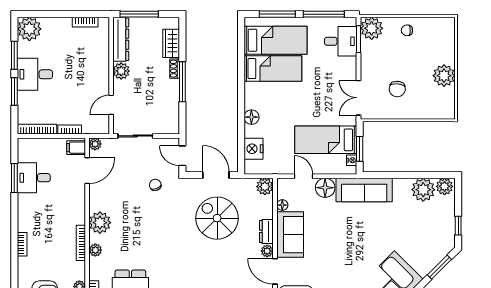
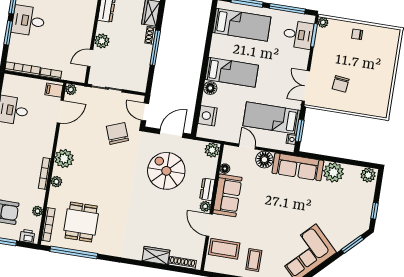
plant: (372, 28) -> (323, 22), width x0.53, depth x0.53
bed: (273, 69) -> (232, 72), moved
plant: (121, 71) -> (102, 41), moved
plant: (444, 76) -> (383, 79), removed
door: (216, 175) -> (171, 133), hinge flipped
chair: (155, 185) -> (117, 133), width x1.87, depth x1.87
plant: (423, 190) -> (333, 172), moved

